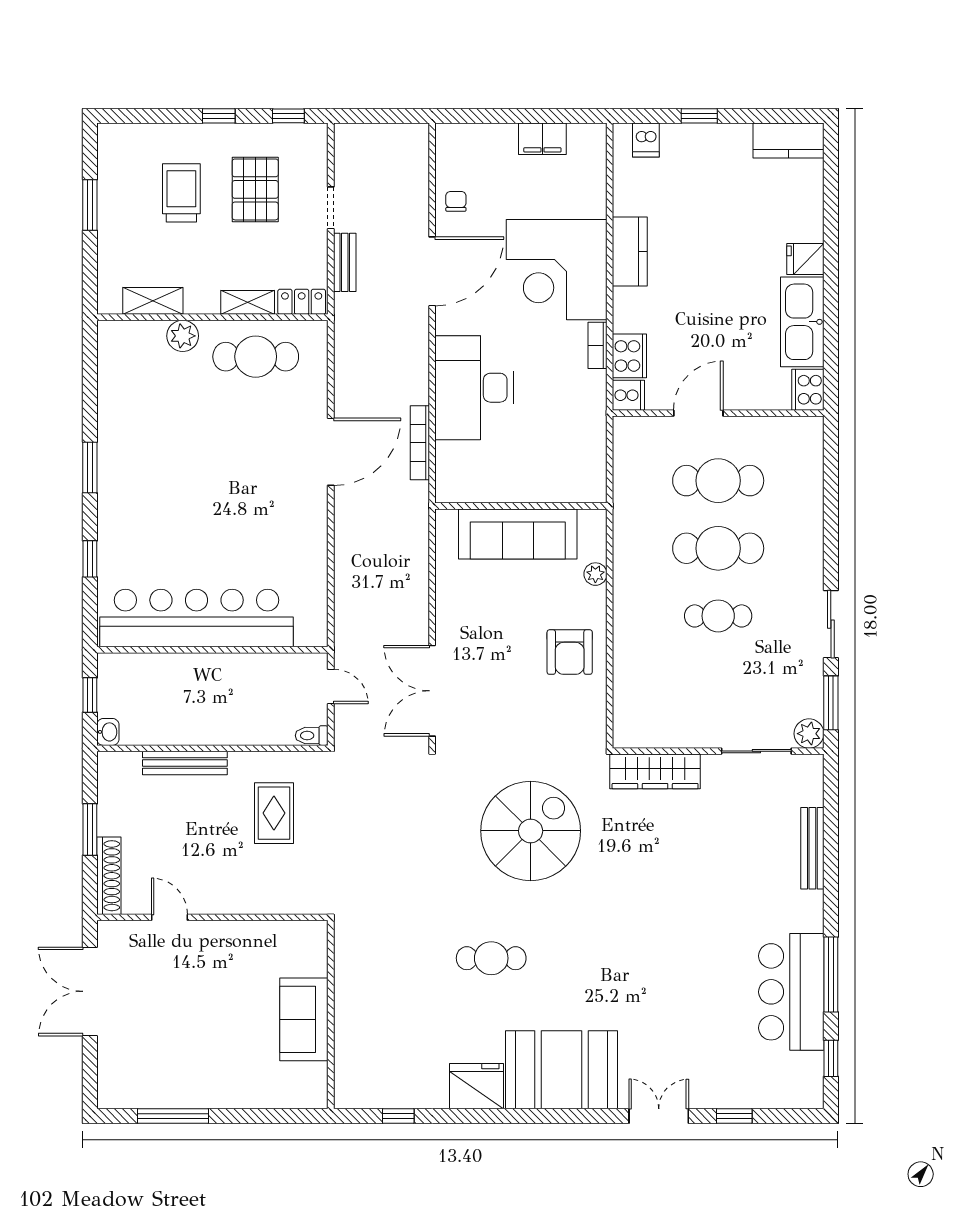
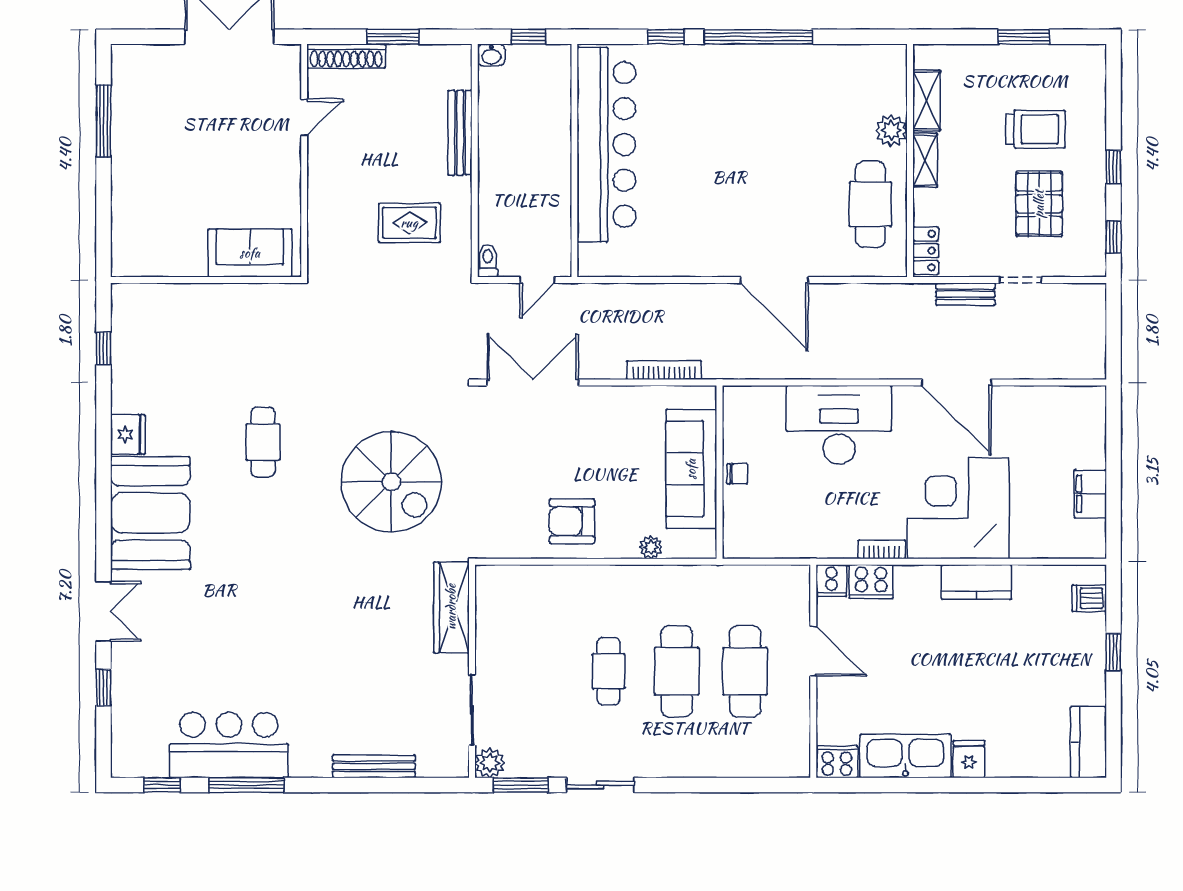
pallet: (255, 189) -> (1039, 204), turned 90
chair: (456, 201) -> (737, 474), moved
shelving: (248, 302) -> (925, 160), moved
bookcase: (420, 443) -> (664, 370), moved
window: (90, 468) -> (758, 37), width x2.11
sofa: (304, 1019) -> (250, 253), moved
fridge: (476, 1086) -> (128, 434), width x0.73, depth x0.75

